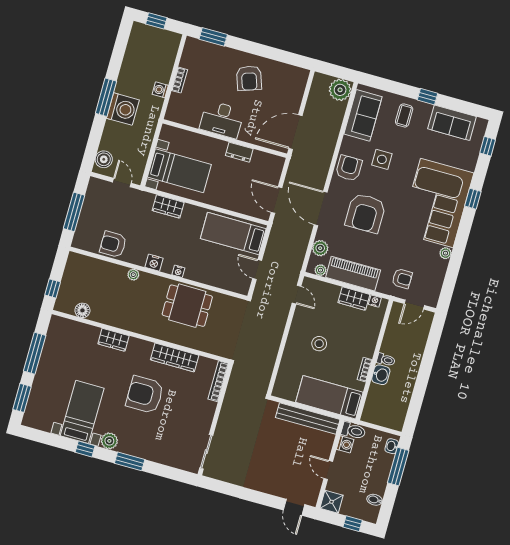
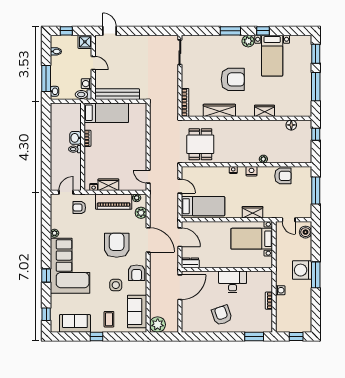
dresser: (239, 152) -> (190, 263), moved
dining table: (187, 306) -> (200, 144), moved, turned 90
stool: (319, 344) -> (123, 147), removed

